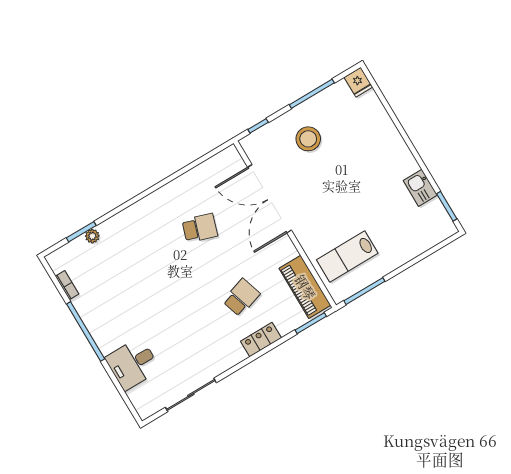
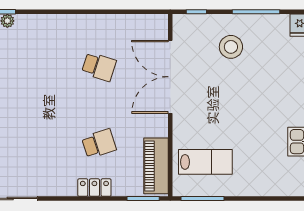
lab bench: (347, 257) -> (205, 162), turned 180

